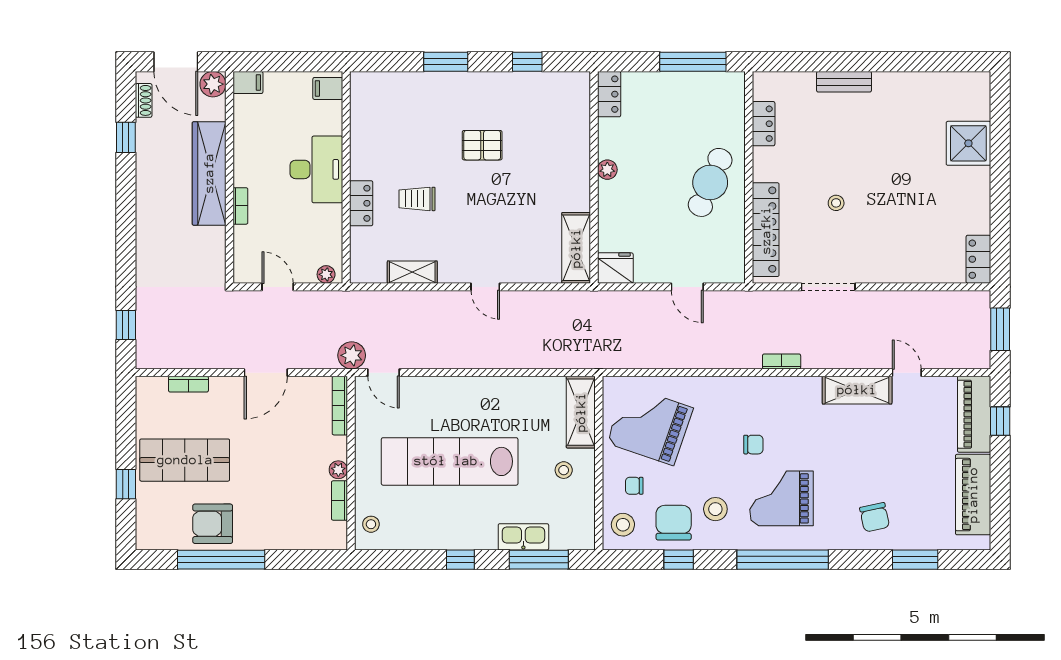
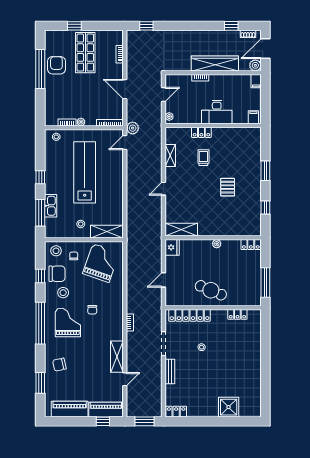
bench: (844, 82) -> (170, 371), moved

